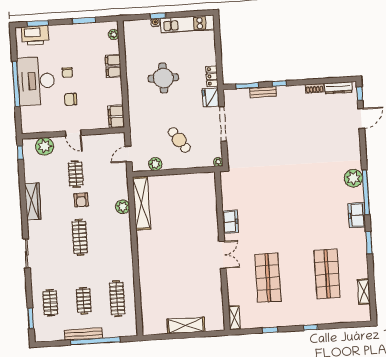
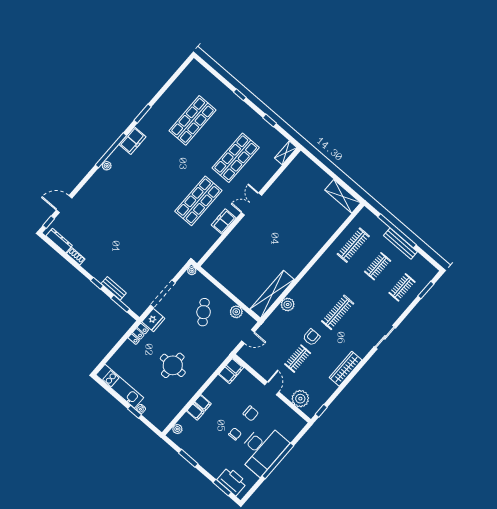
plant: (353, 178) -> (107, 166), width x0.53, depth x0.53
shop shelf: (264, 219) -> (198, 201), added
shelving: (364, 292) -> (179, 83), removed
shelving: (186, 325) -> (343, 196), moved

